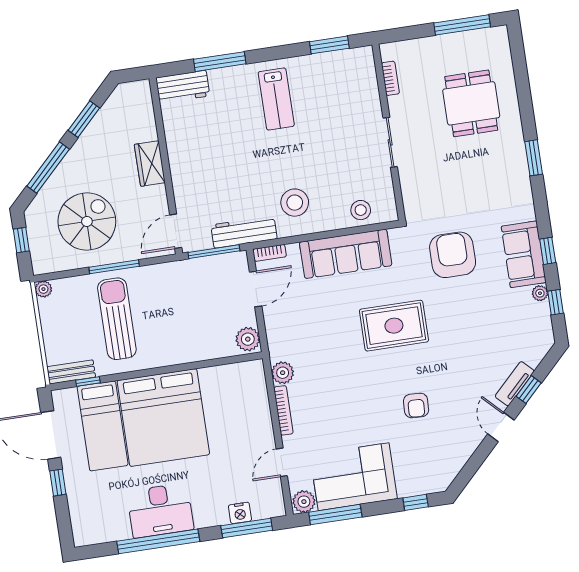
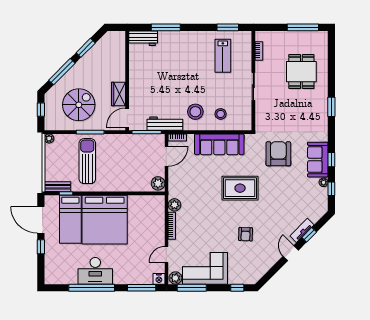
lab bench: (276, 99) -> (223, 56), moved
wardrobe: (150, 164) -> (118, 94), moved
stool: (361, 210) -> (221, 114), moved
nightstand: (240, 513) -> (159, 279), moved

